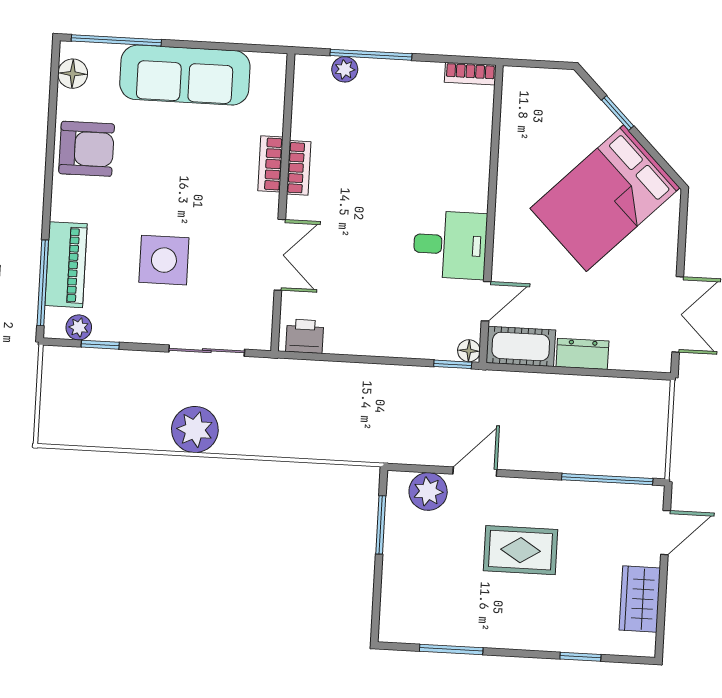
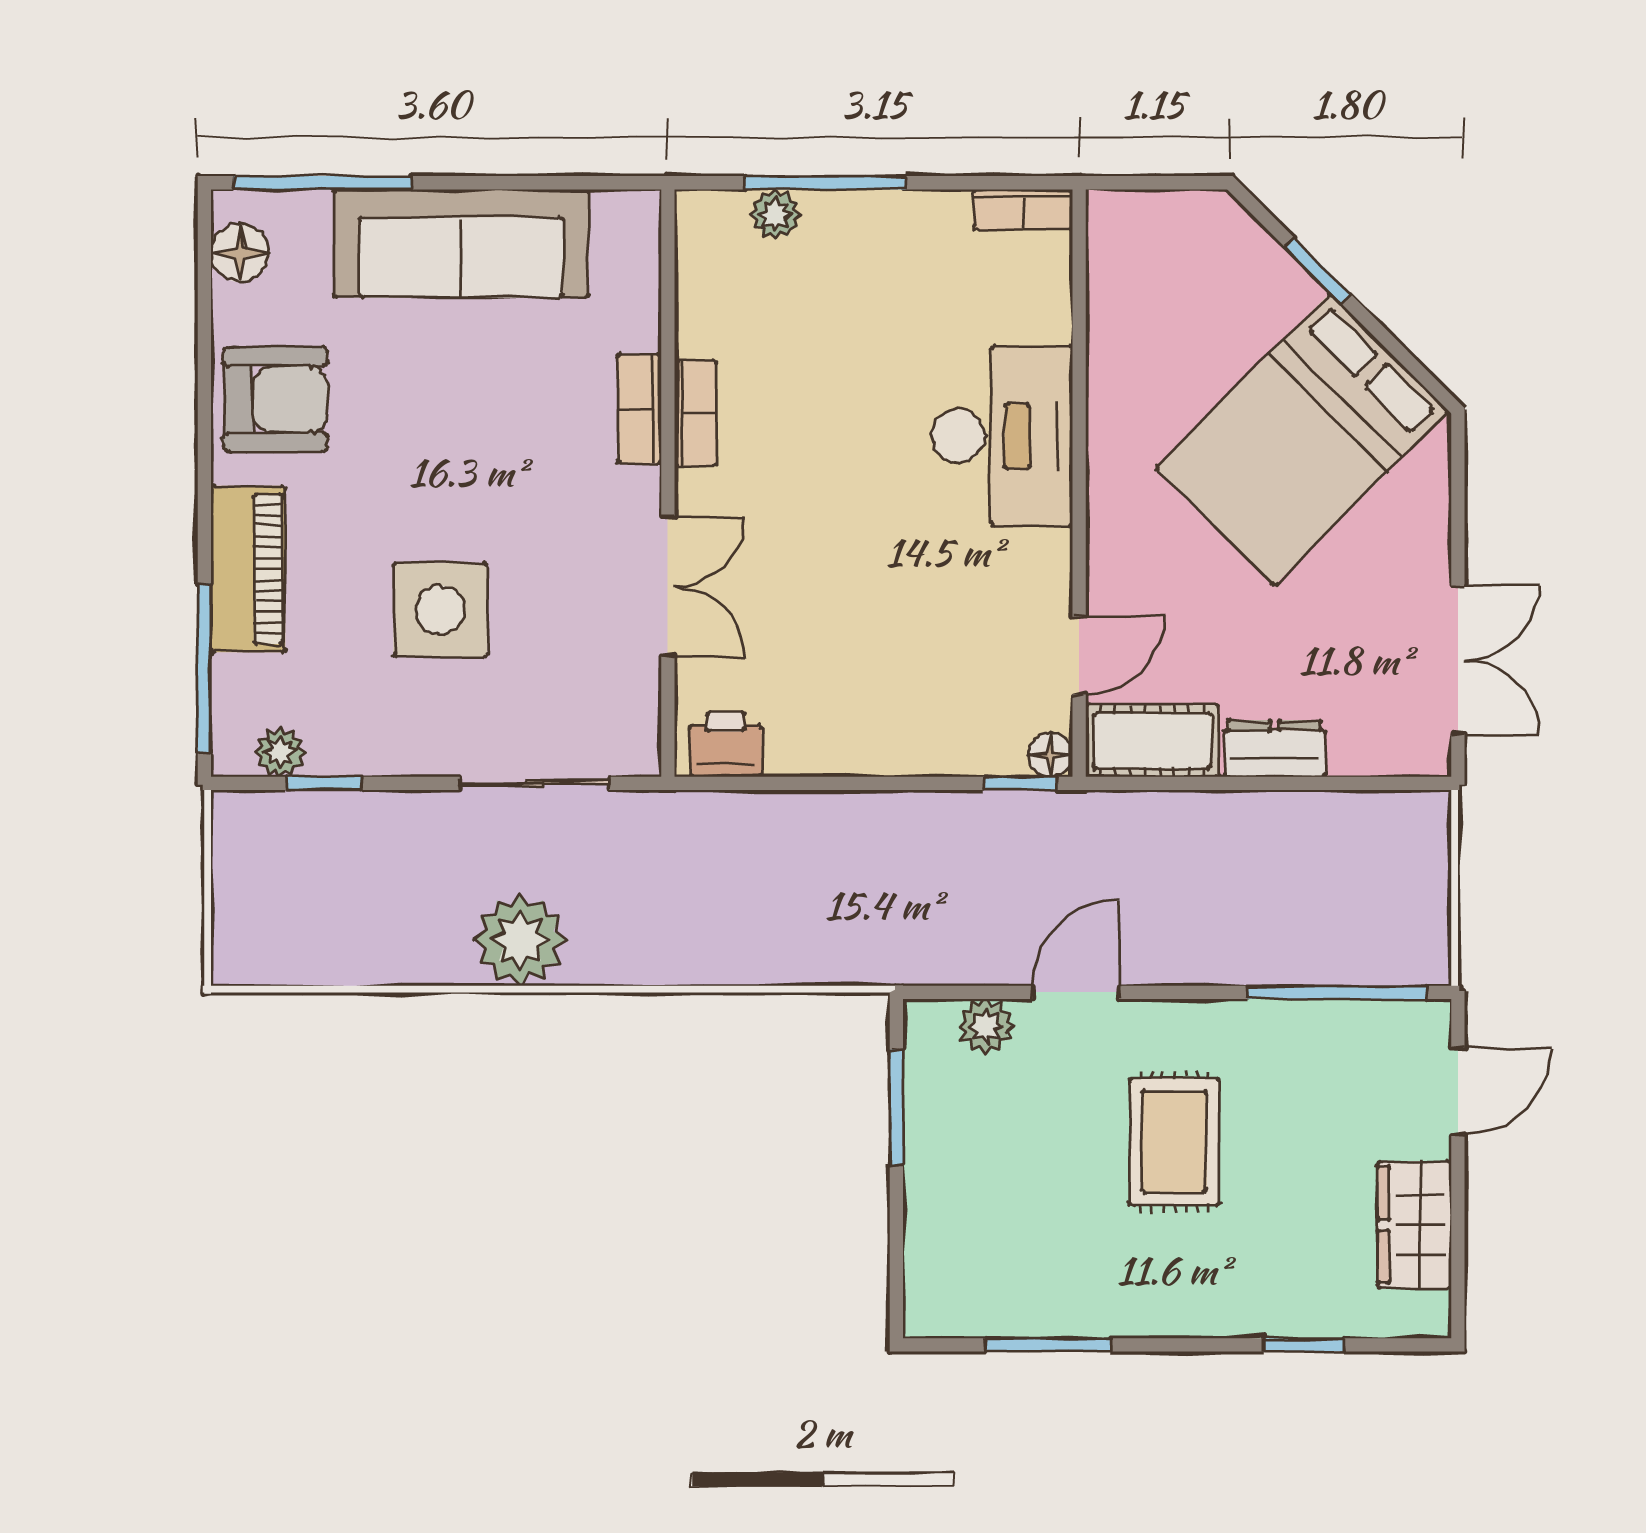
desk: (450, 245) -> (1002, 436), moved, width x1.37
piano: (66, 265) -> (248, 569), moved
plant: (428, 491) -> (986, 1026), width x0.73, depth x0.73
rug: (521, 550) -> (1174, 1142), turned 90

